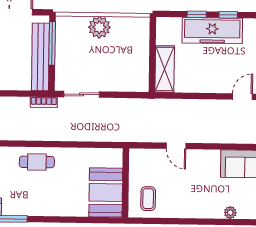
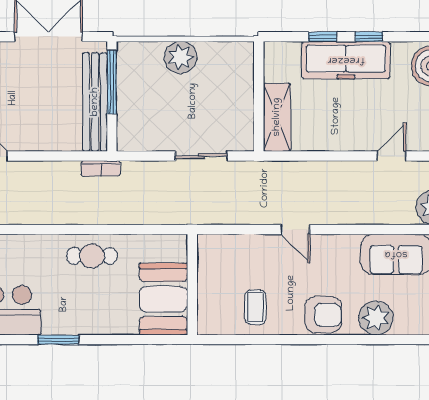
sliding door: (82, 94) -> (201, 156), moved
wall: (125, 183) -> (192, 285), moved
booth: (106, 192) -> (163, 299), moved
armchair: (194, 204) -> (323, 315), added
plant: (230, 213) -> (376, 318), width x1.88, depth x1.88

